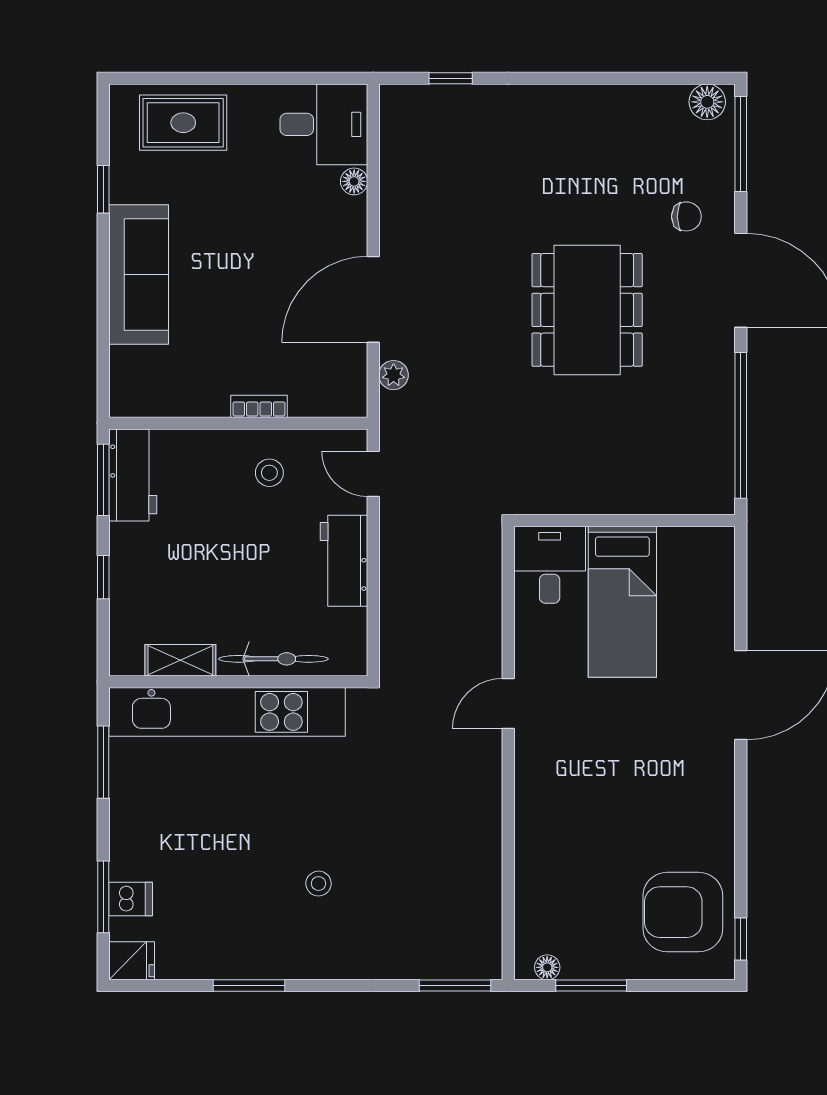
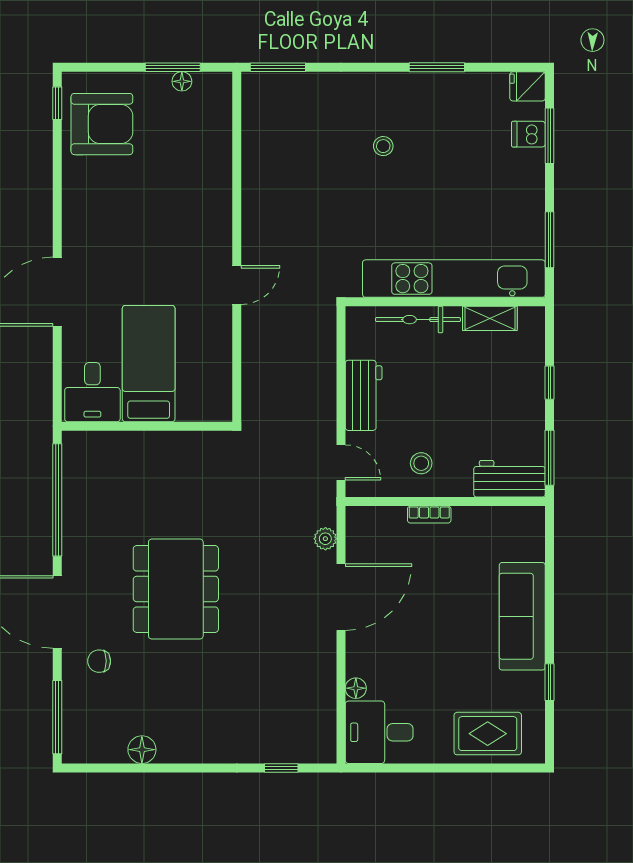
floor lamp: (707, 102) -> (142, 750), moved
workbench: (133, 475) -> (509, 479), moved, turned 90
desk: (550, 565) -> (92, 392), moved
floor lamp: (547, 967) -> (182, 81), moved

